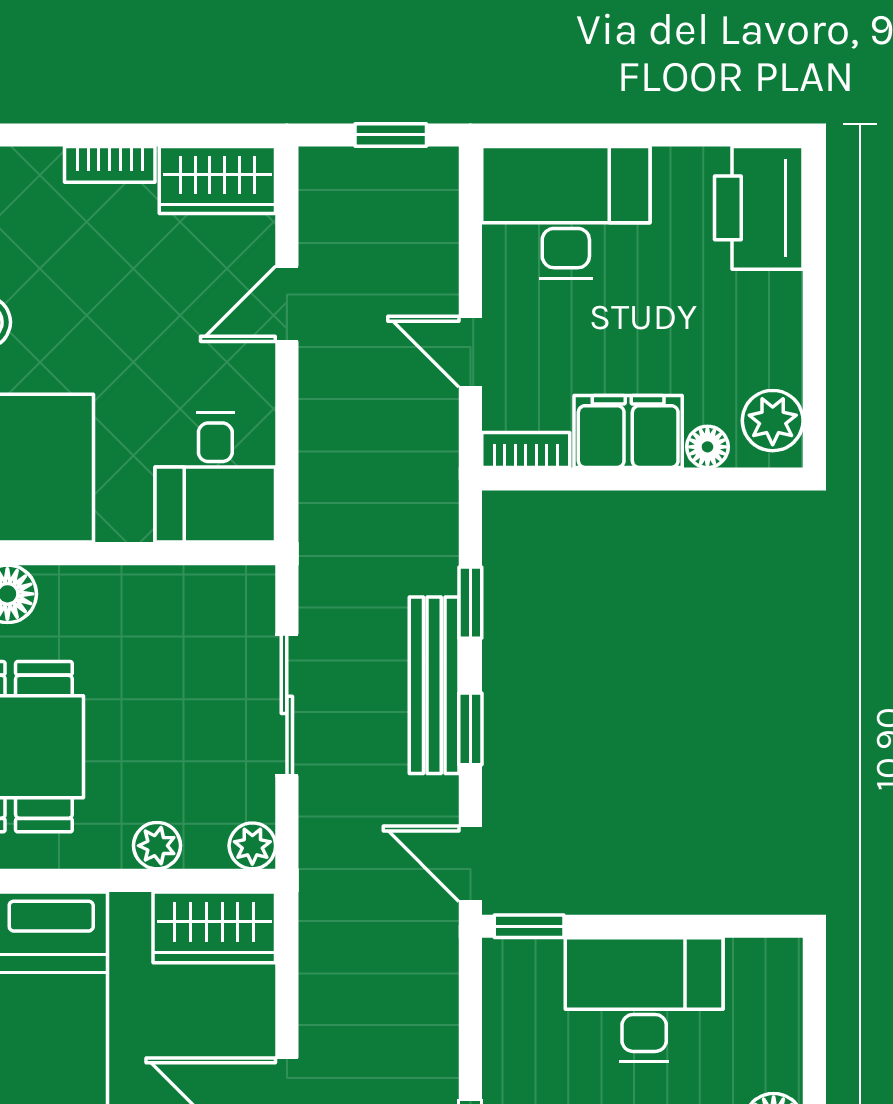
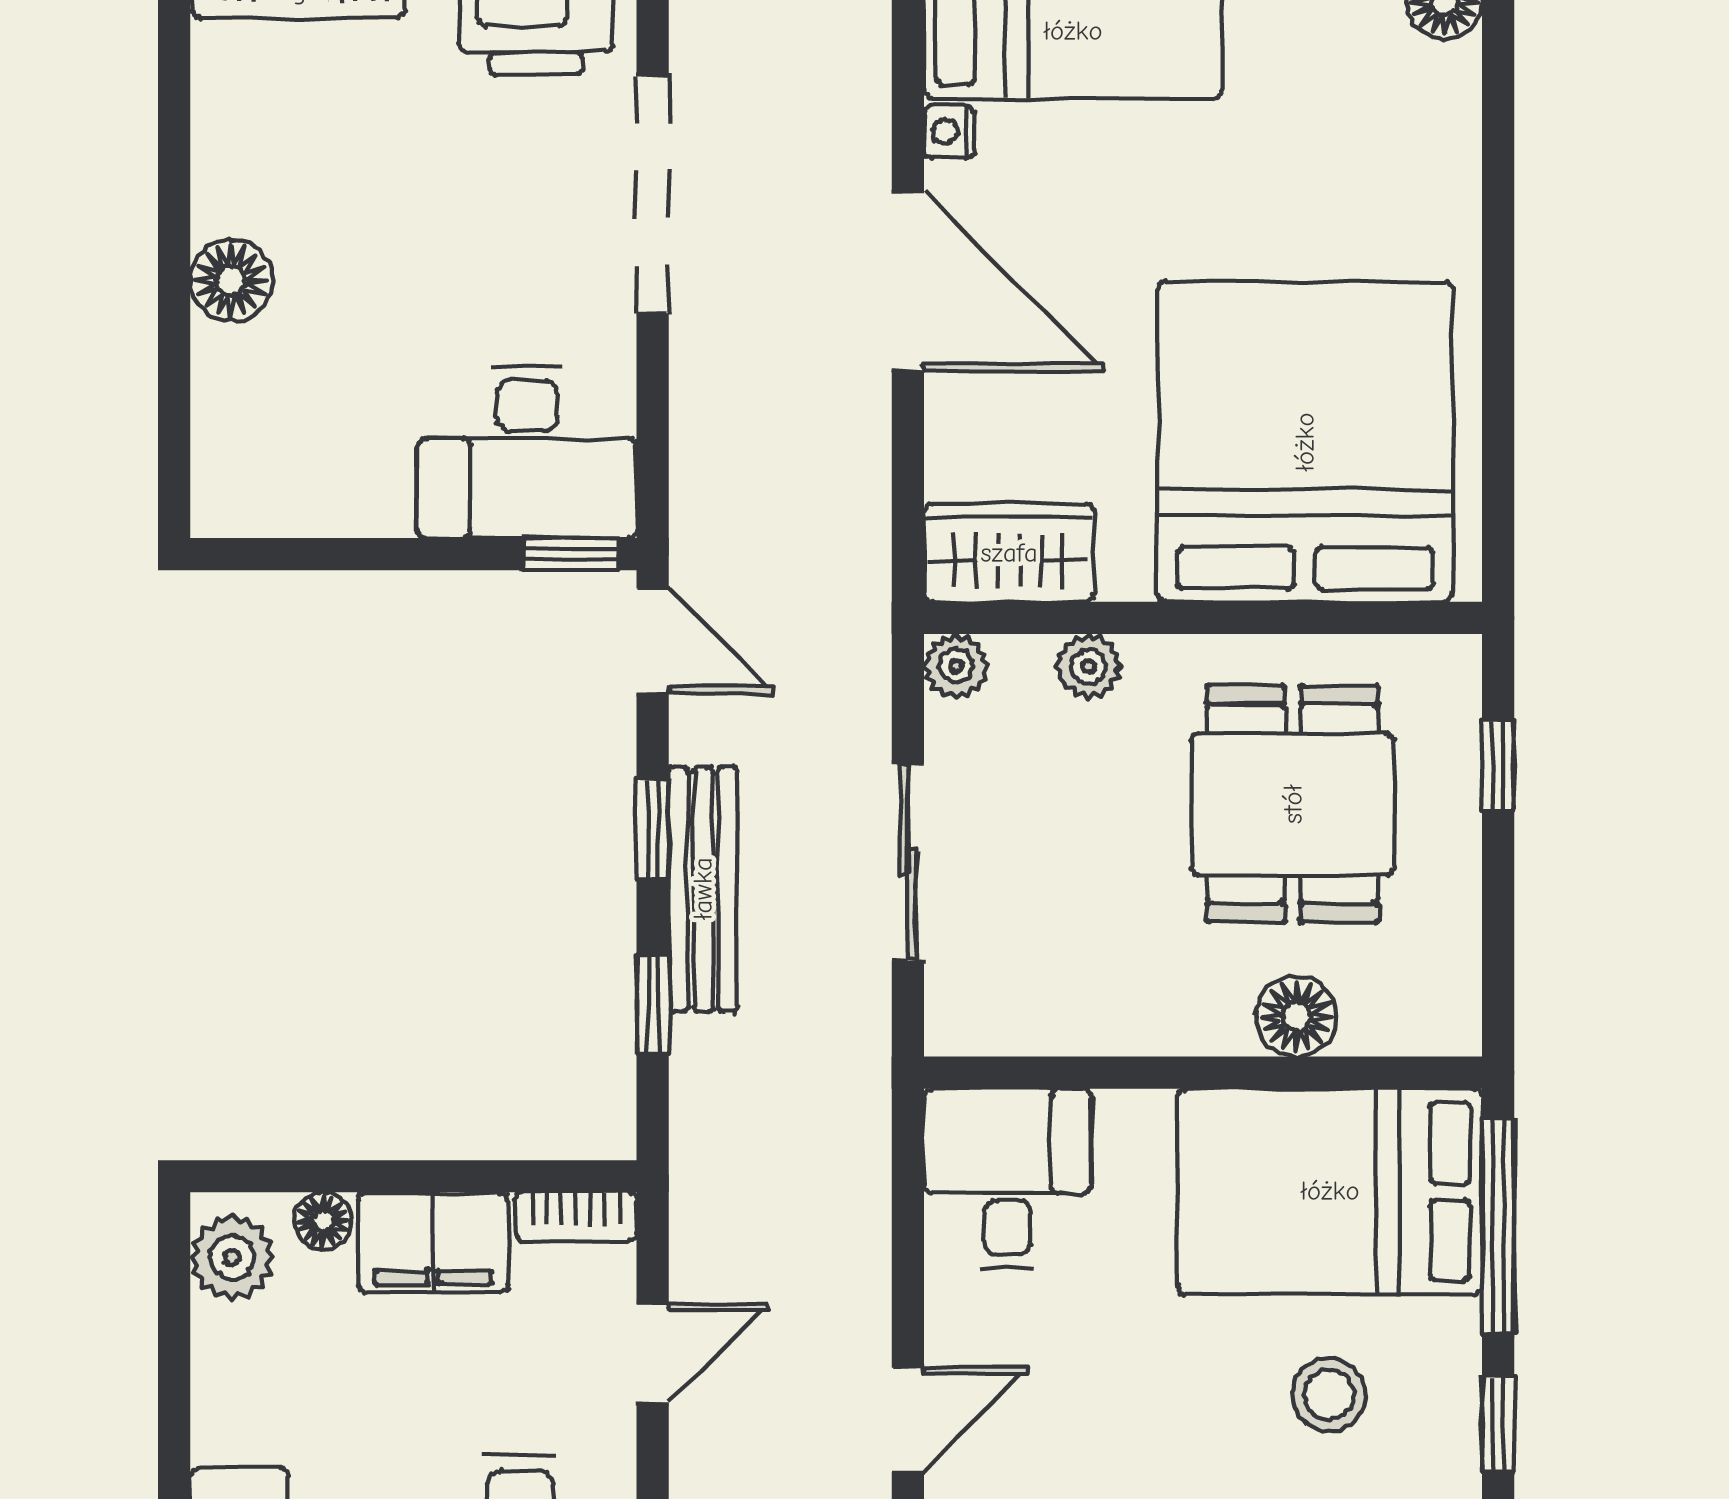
door: (470, 352) -> (653, 1353), hinge flipped
desk: (644, 1000) -> (527, 452), moved

